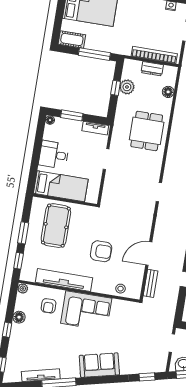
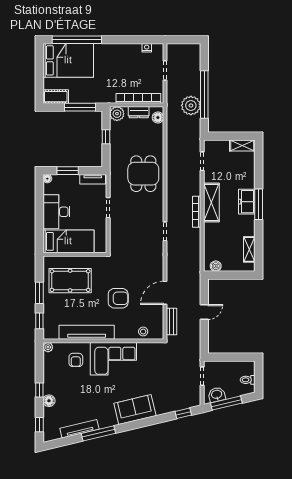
plant: (127, 87) -> (117, 114), moved
floor lamp: (168, 92) -> (158, 118), moved
desk: (54, 155) -> (56, 212), width x1.37
pool table: (56, 226) -> (70, 281), turned 90
floor lamp: (19, 317) -> (49, 401), moved

